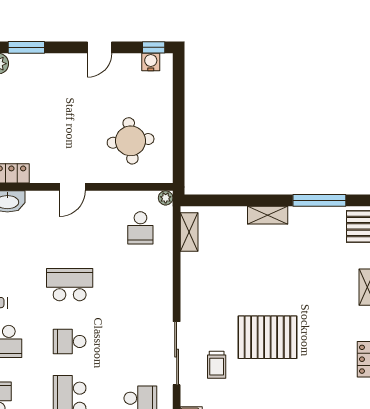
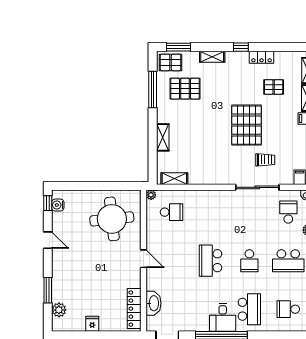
round table: (131, 141) -> (112, 219), width x1.36, depth x1.36
shelving: (268, 215) -> (163, 137), moved
pallet: (321, 248) -> (185, 89), added
pallet: (323, 377) -> (274, 87), added

